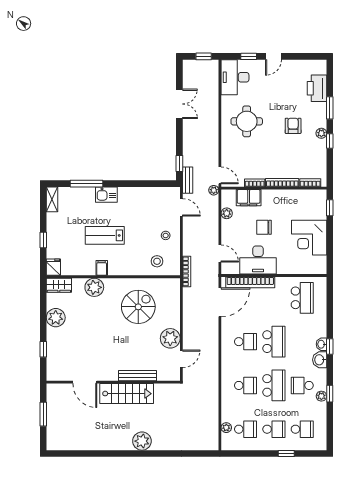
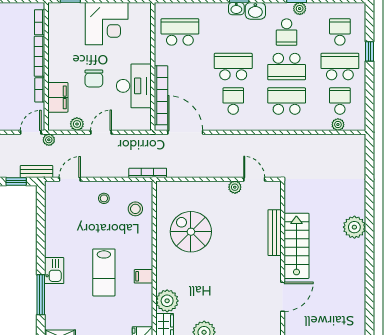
door: (220, 253) -> (101, 132), moved
plant: (94, 287) -> (167, 301), moved
plant: (170, 338) -> (235, 187), width x0.53, depth x0.53
school desk: (246, 385) -> (287, 101), width x1.85
school desk: (274, 385) -> (287, 67), turned 180
school desk: (274, 429) -> (340, 67), width x1.85

